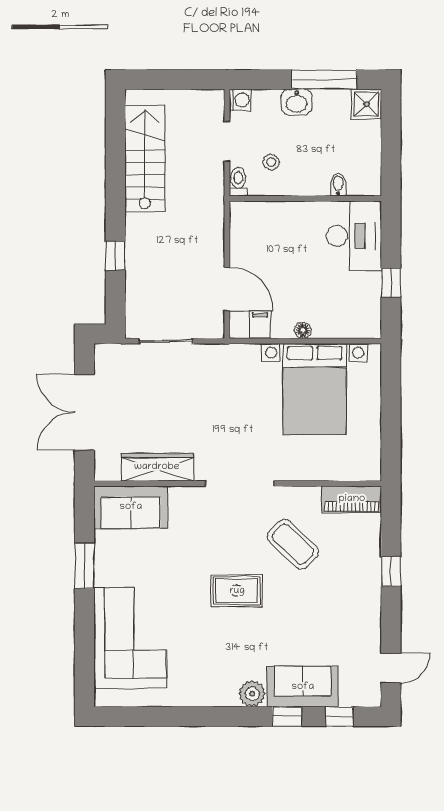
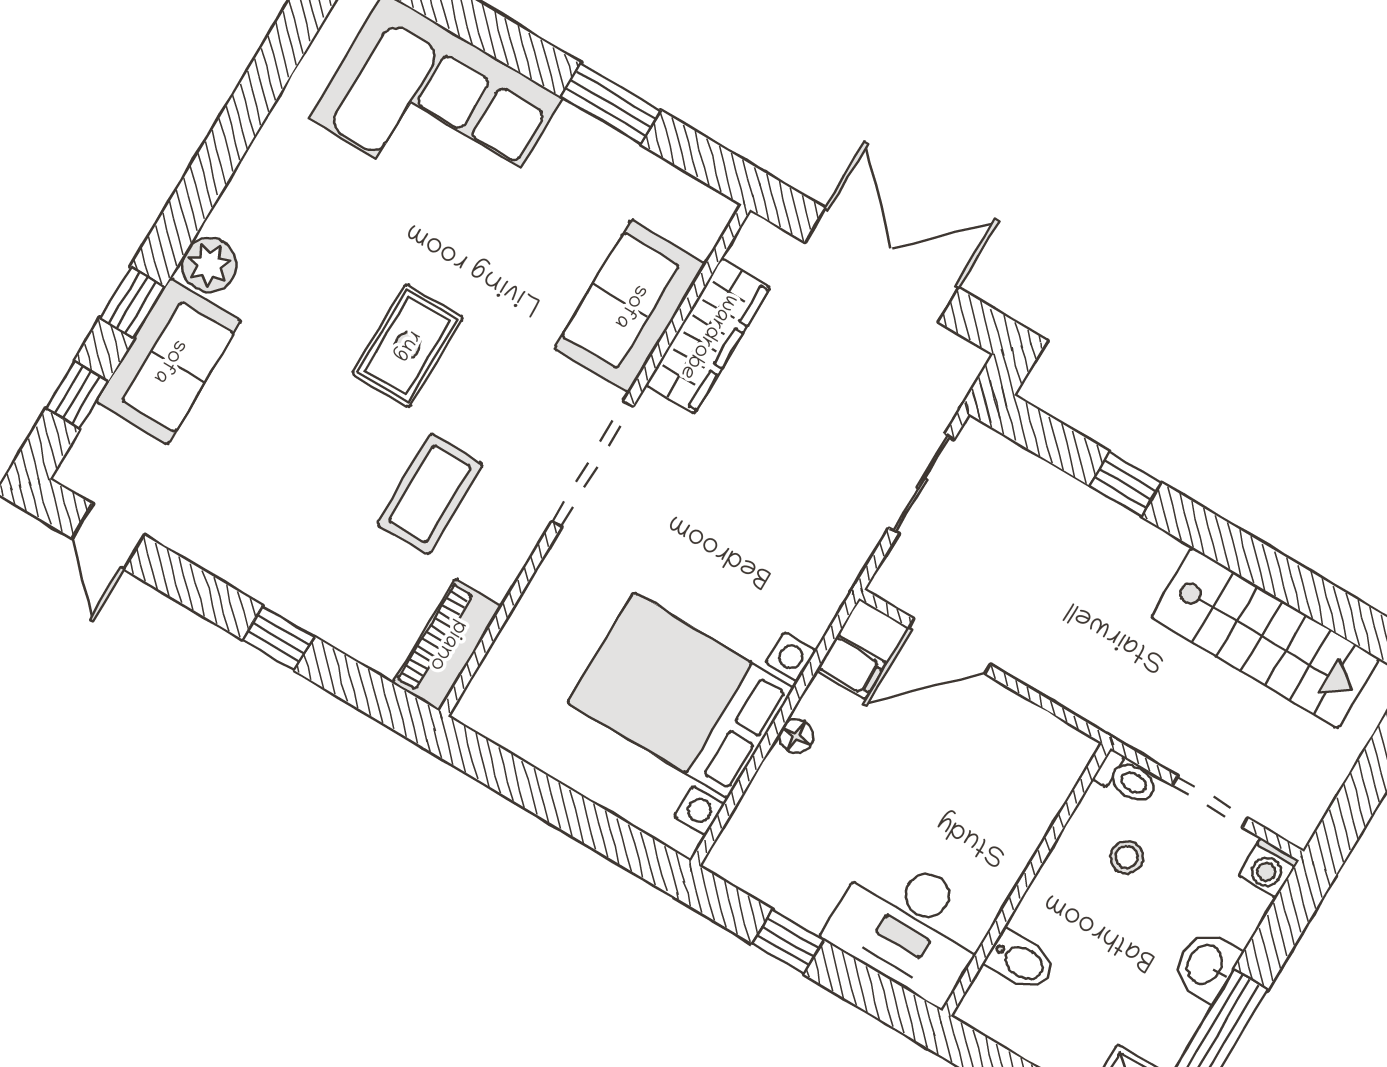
bidet: (338, 185) -> (1020, 961), width x1.38, depth x1.36
sofa: (131, 507) -> (630, 306), moved
coffee table: (293, 544) -> (430, 494), turned -44

